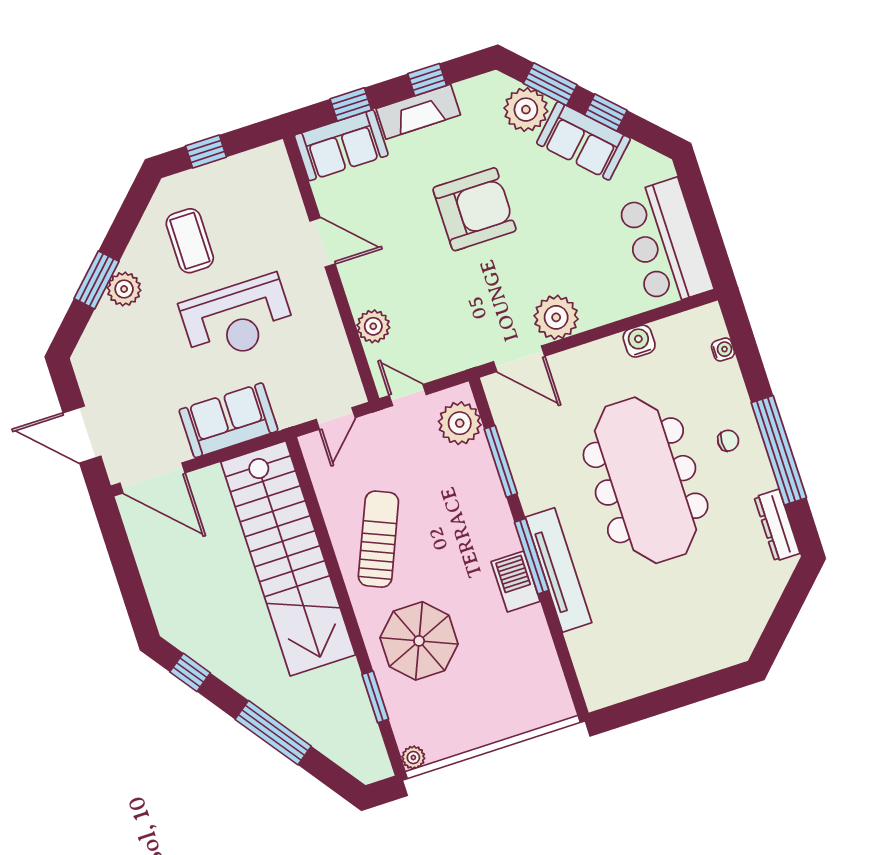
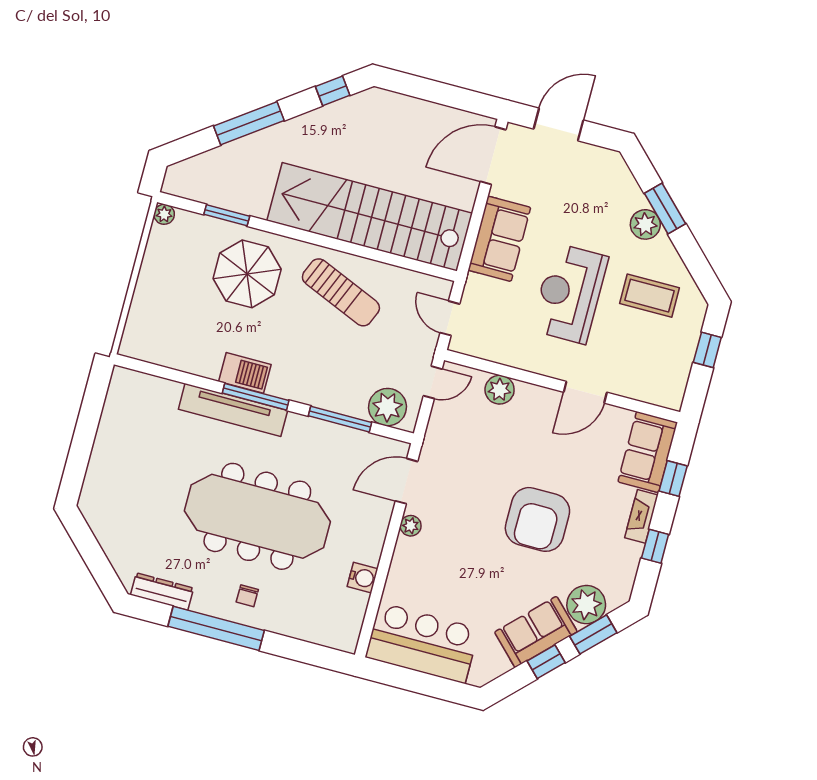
fireplace: (418, 112) -> (641, 516), width x0.73, depth x0.76
plant: (556, 317) -> (411, 526), width x0.53, depth x0.53
water cooler: (723, 350) -> (317, 635), removed

